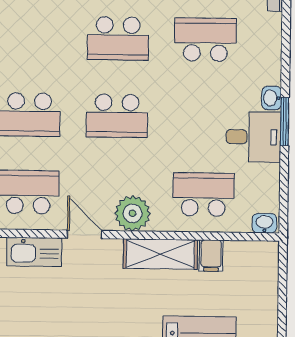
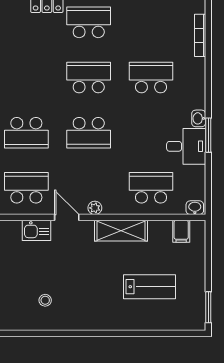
school desk: (118, 38) -> (89, 78), turned 180
plant: (133, 213) -> (95, 208), width x0.53, depth x0.53
kitchen sink: (34, 252) -> (36, 230), width x0.73
filing cabinet: (211, 256) -> (181, 231), moved

